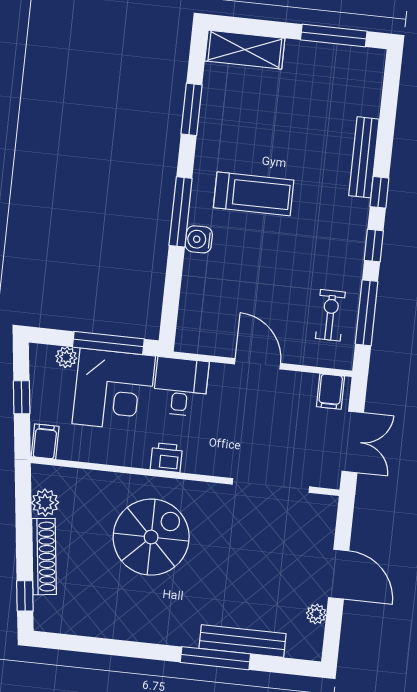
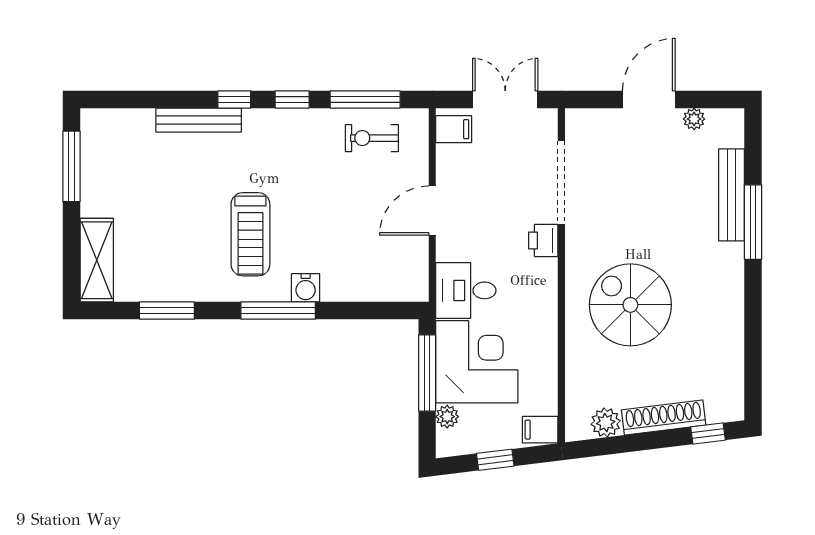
treadmill: (254, 194) -> (250, 234), turned 180
printer: (166, 457) -> (543, 240), moved

